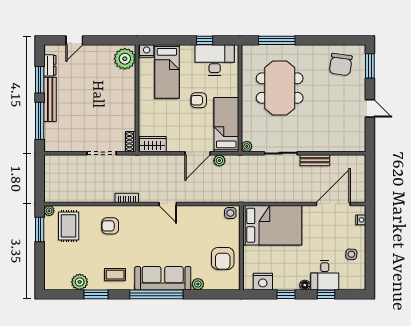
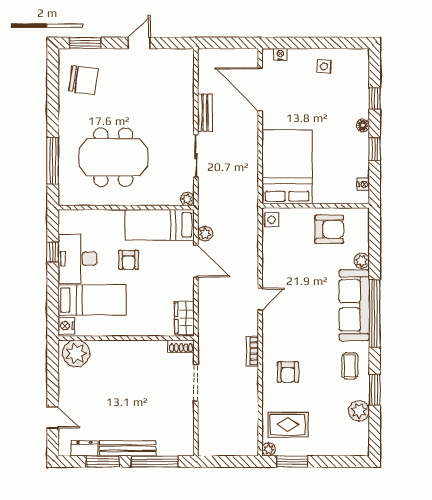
desk: (215, 60) -> (78, 259), moved
desk: (325, 275) -> (350, 100), removed
nightstand: (263, 282) -> (363, 184), width x0.53, depth x0.56

